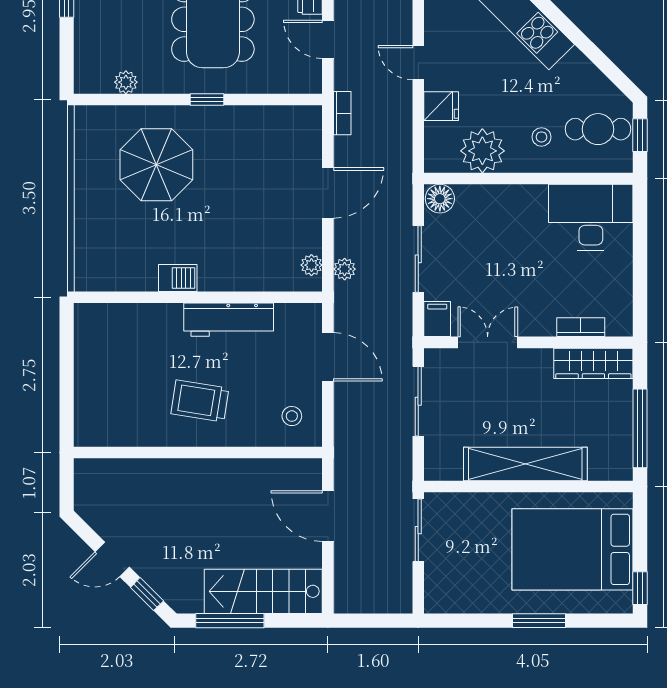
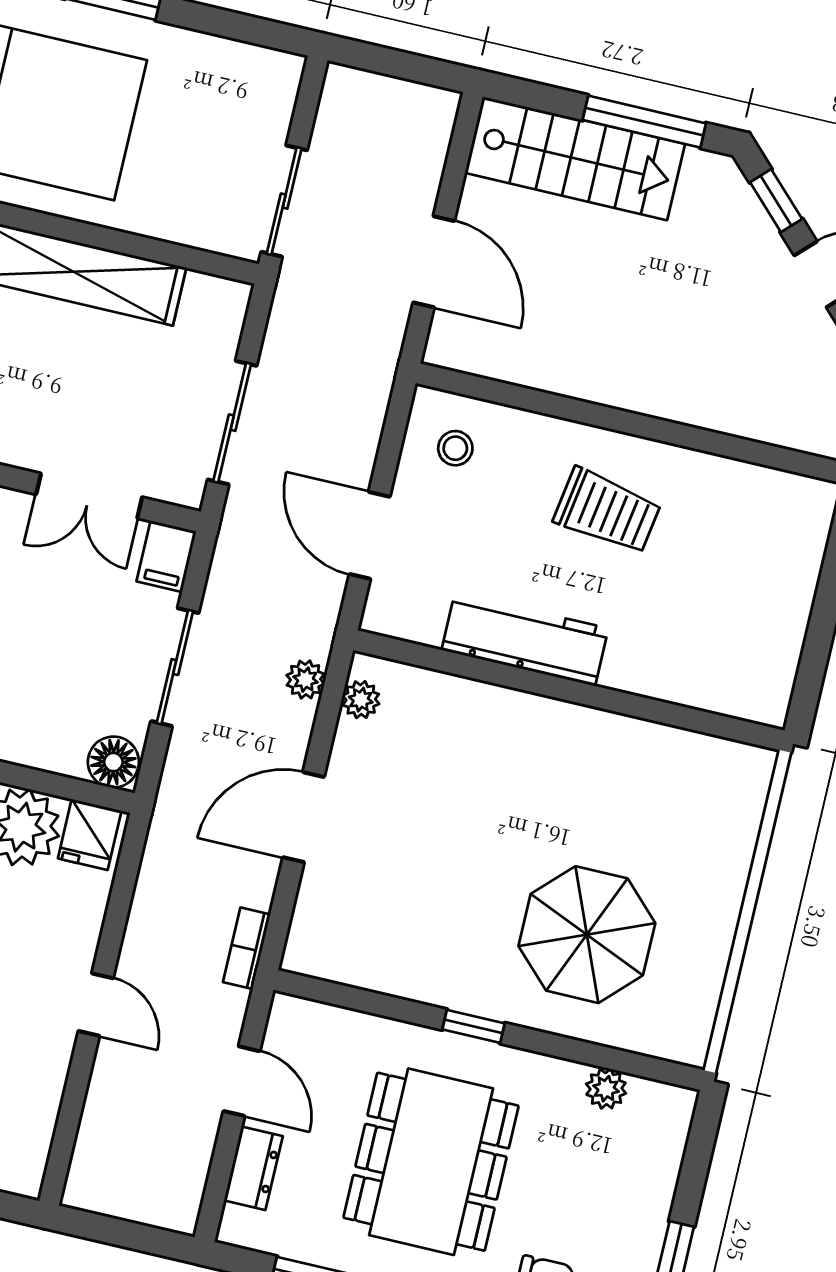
fridge: (441, 106) -> (90, 834), moved, turned -90
barbecue: (178, 278) -> (596, 731), removed

